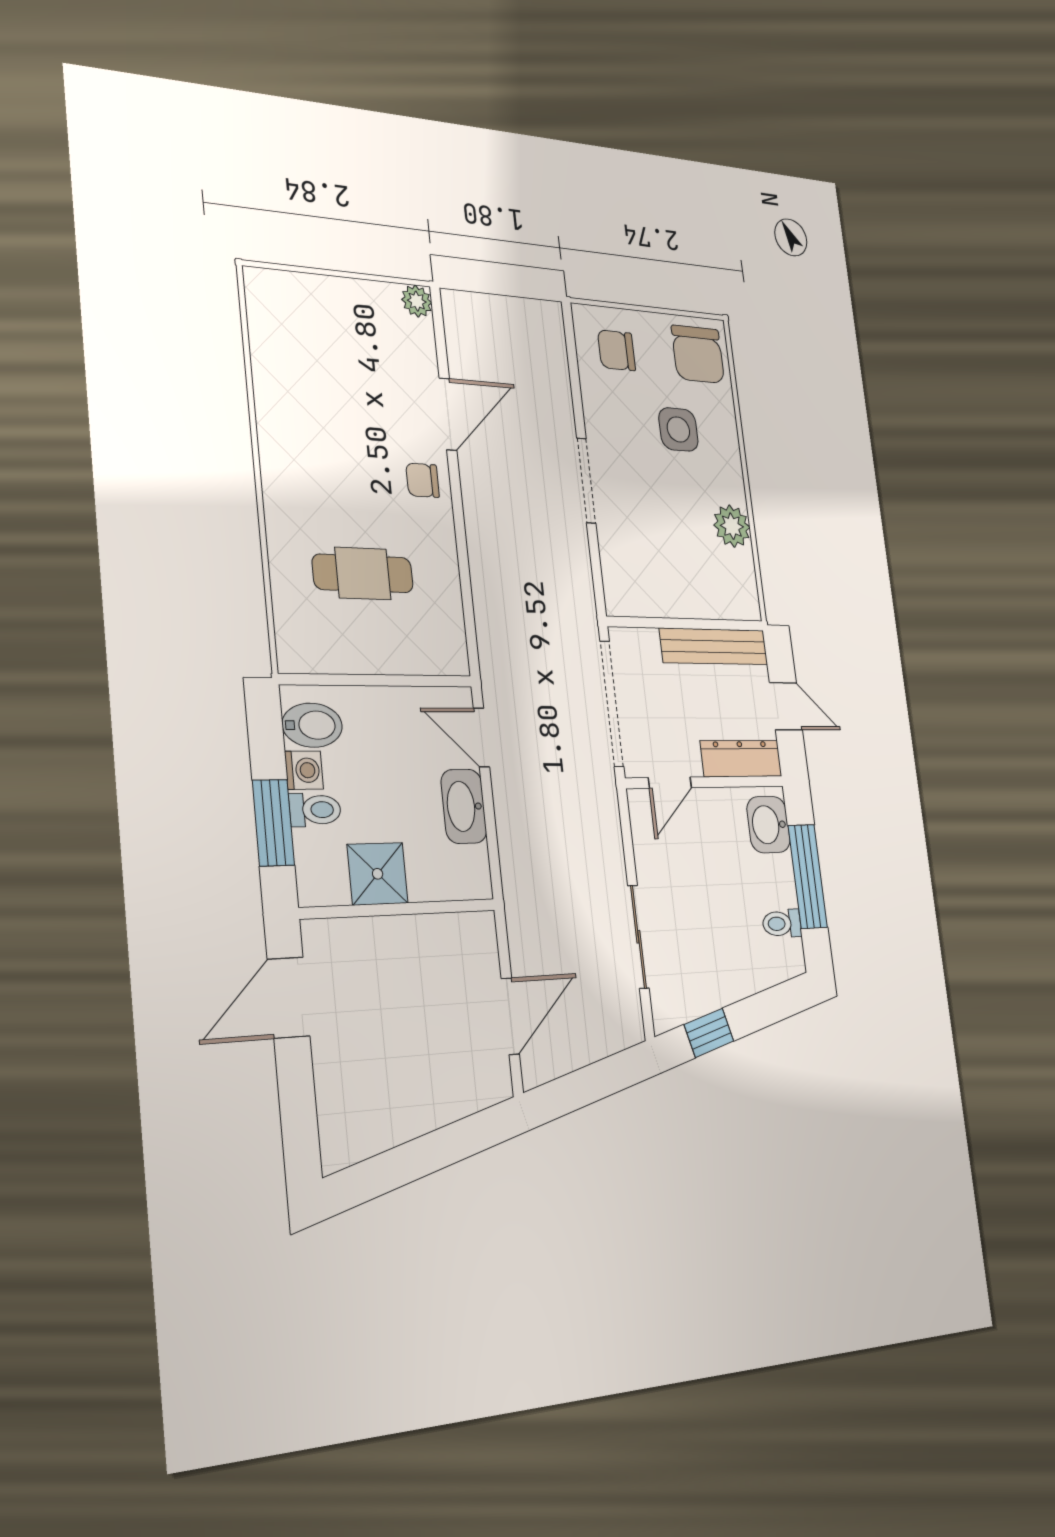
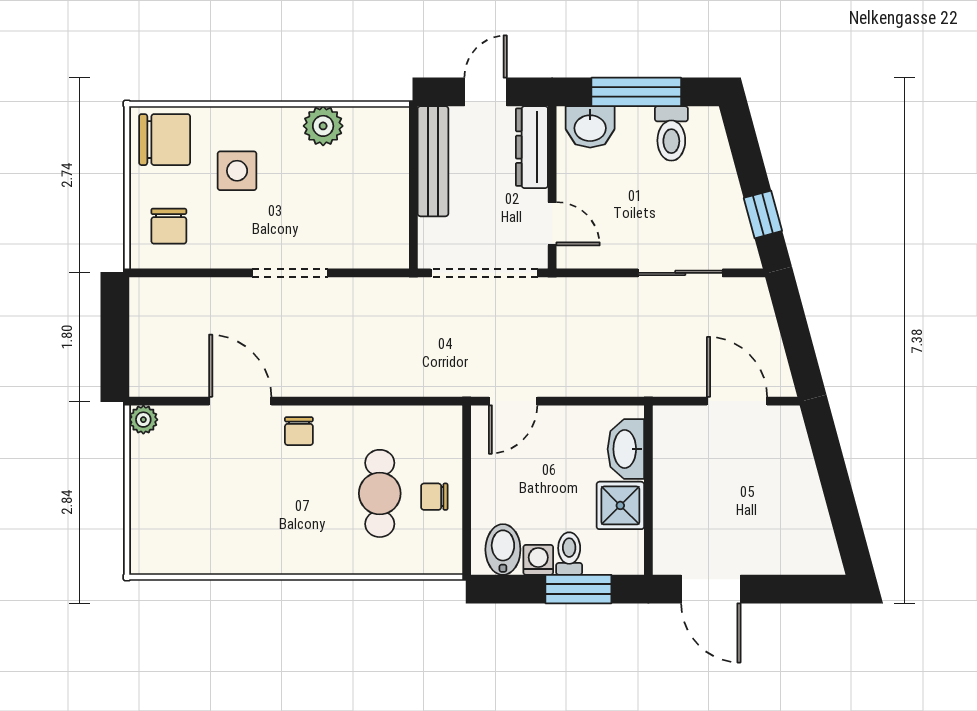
chair: (366, 640) -> (434, 497), added
washbasin: (464, 806) -> (626, 449), moved, turned 90
toilet: (782, 923) -> (671, 133), width x1.37, depth x1.39

